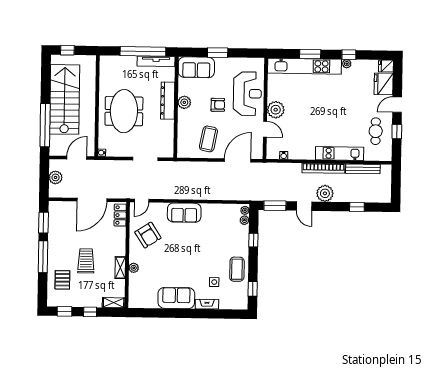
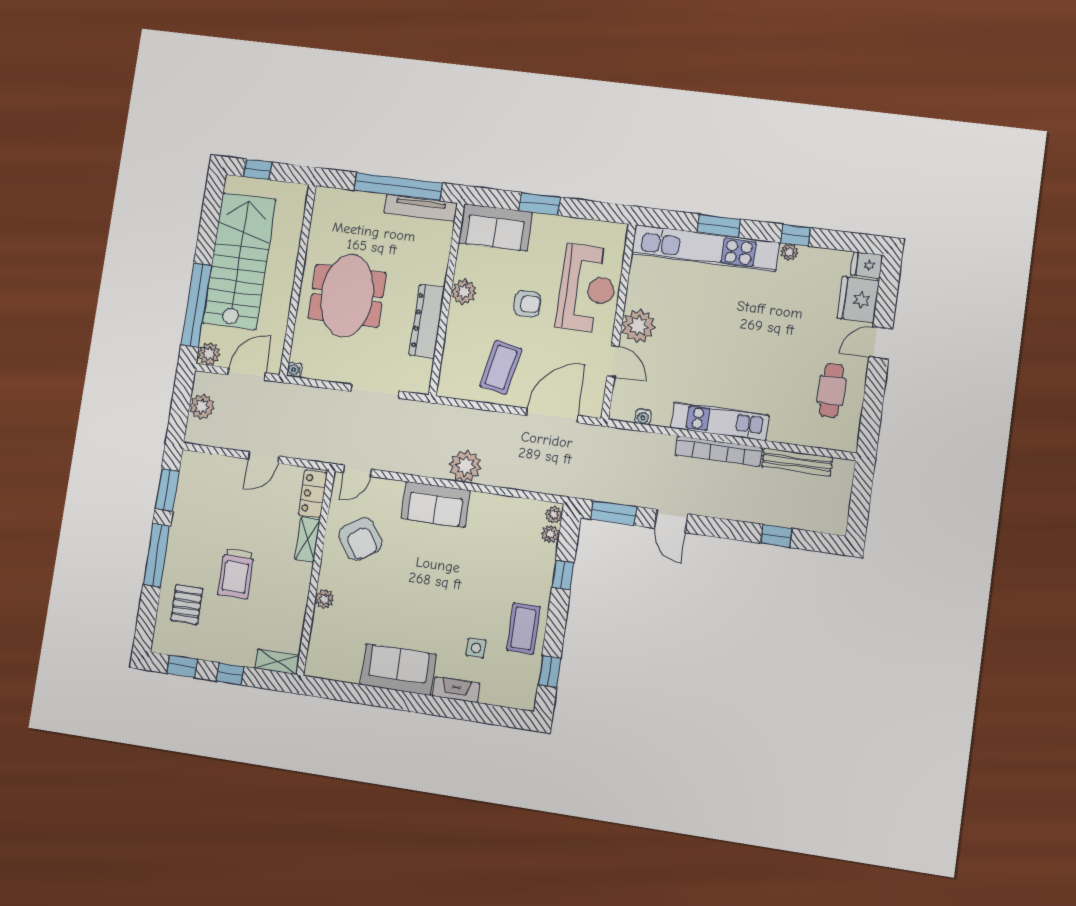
dresser: (168, 101) -> (427, 321), moved
window: (397, 132) -> (874, 396), removed
plant: (55, 150) -> (209, 354), added
kitchen unit: (340, 153) -> (720, 421), moved
plant: (325, 193) -> (465, 466), moved
door: (92, 200) -> (264, 458), width x0.53
trolley: (86, 261) -> (236, 574), turned 180
shelving: (120, 268) -> (308, 540), moved

